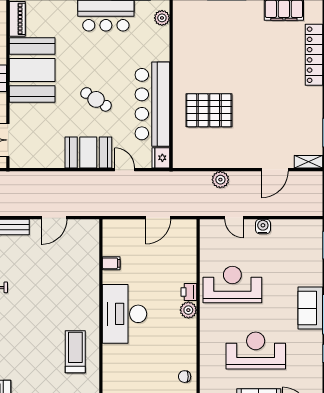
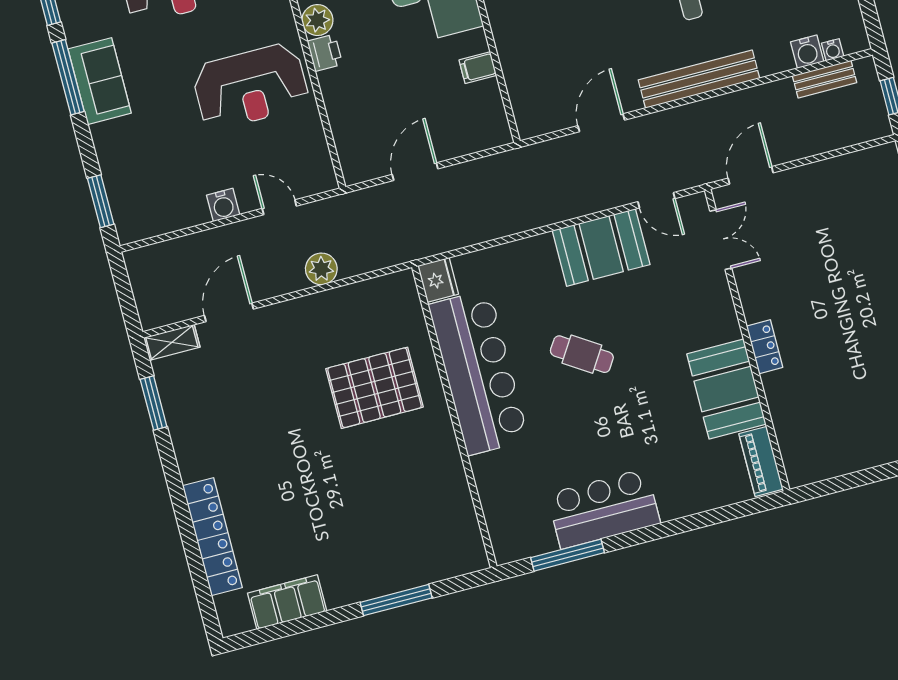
plant: (162, 18) -> (502, 531), removed
booth: (32, 70) -> (726, 389), width x0.73, depth x0.70
booth: (88, 152) -> (601, 247), moved
door: (125, 170) -> (656, 200), moved

